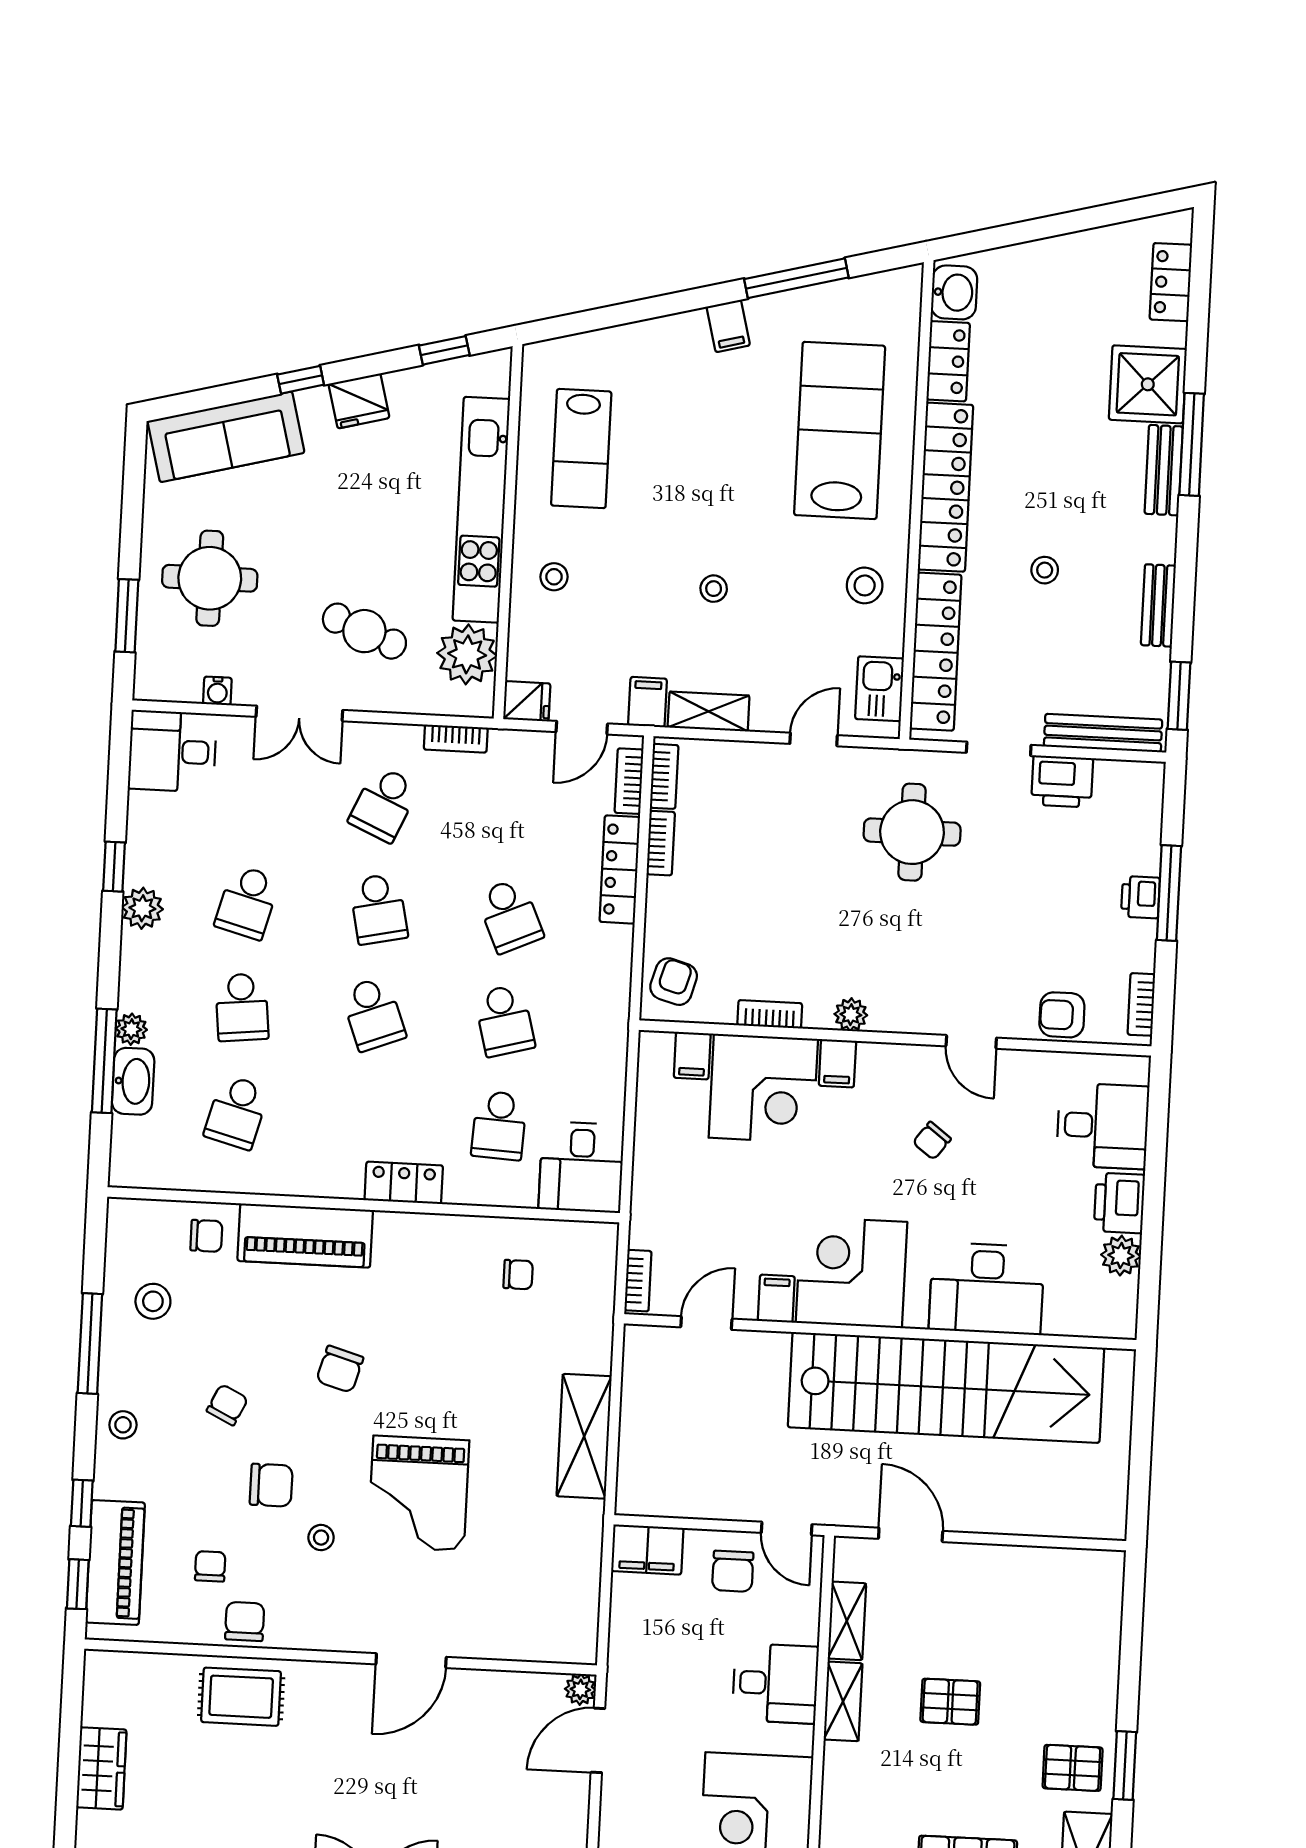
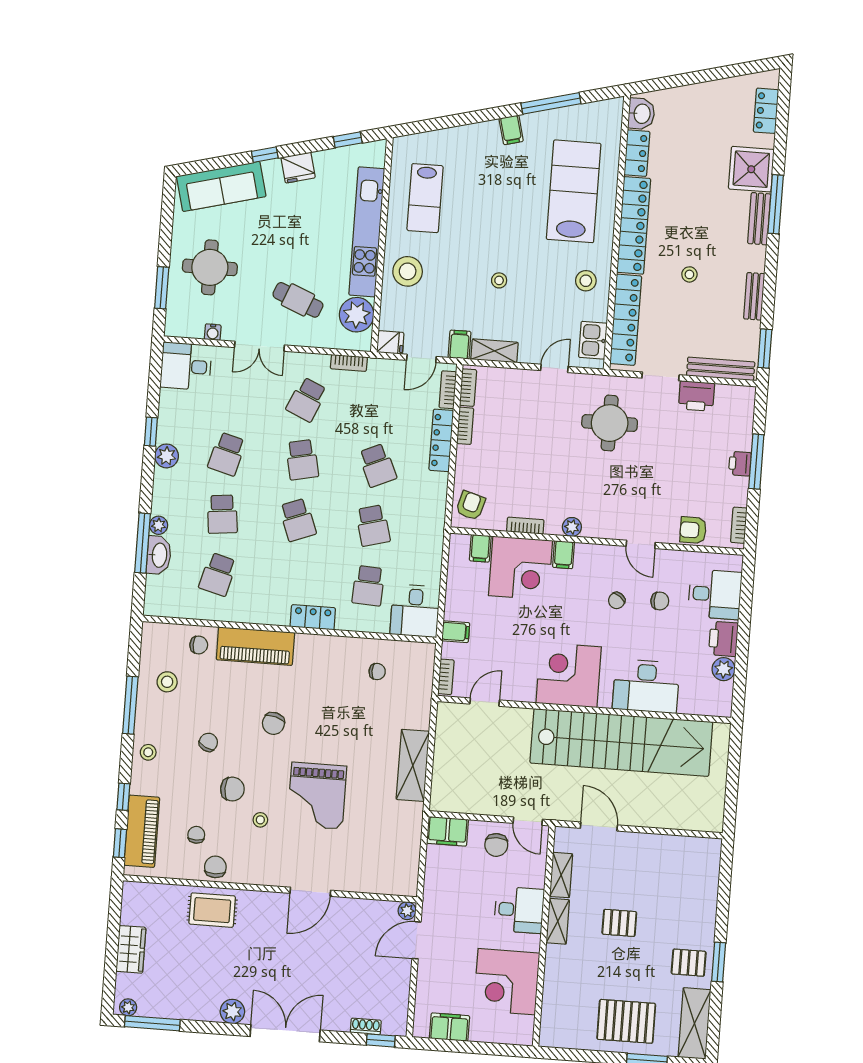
stool: (554, 577) -> (408, 271), width x1.89, depth x1.89
chair: (1007, 1140) -> (660, 601), added
filing cabinet: (776, 1299) -> (456, 632), moved, turned 90

